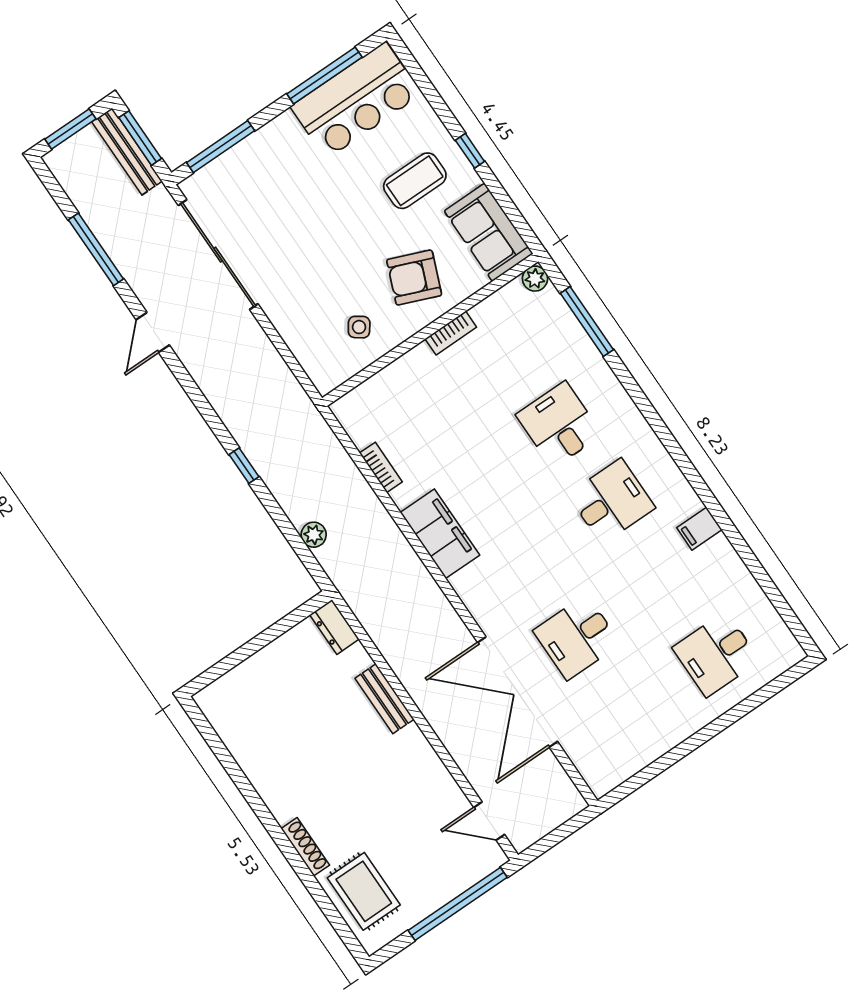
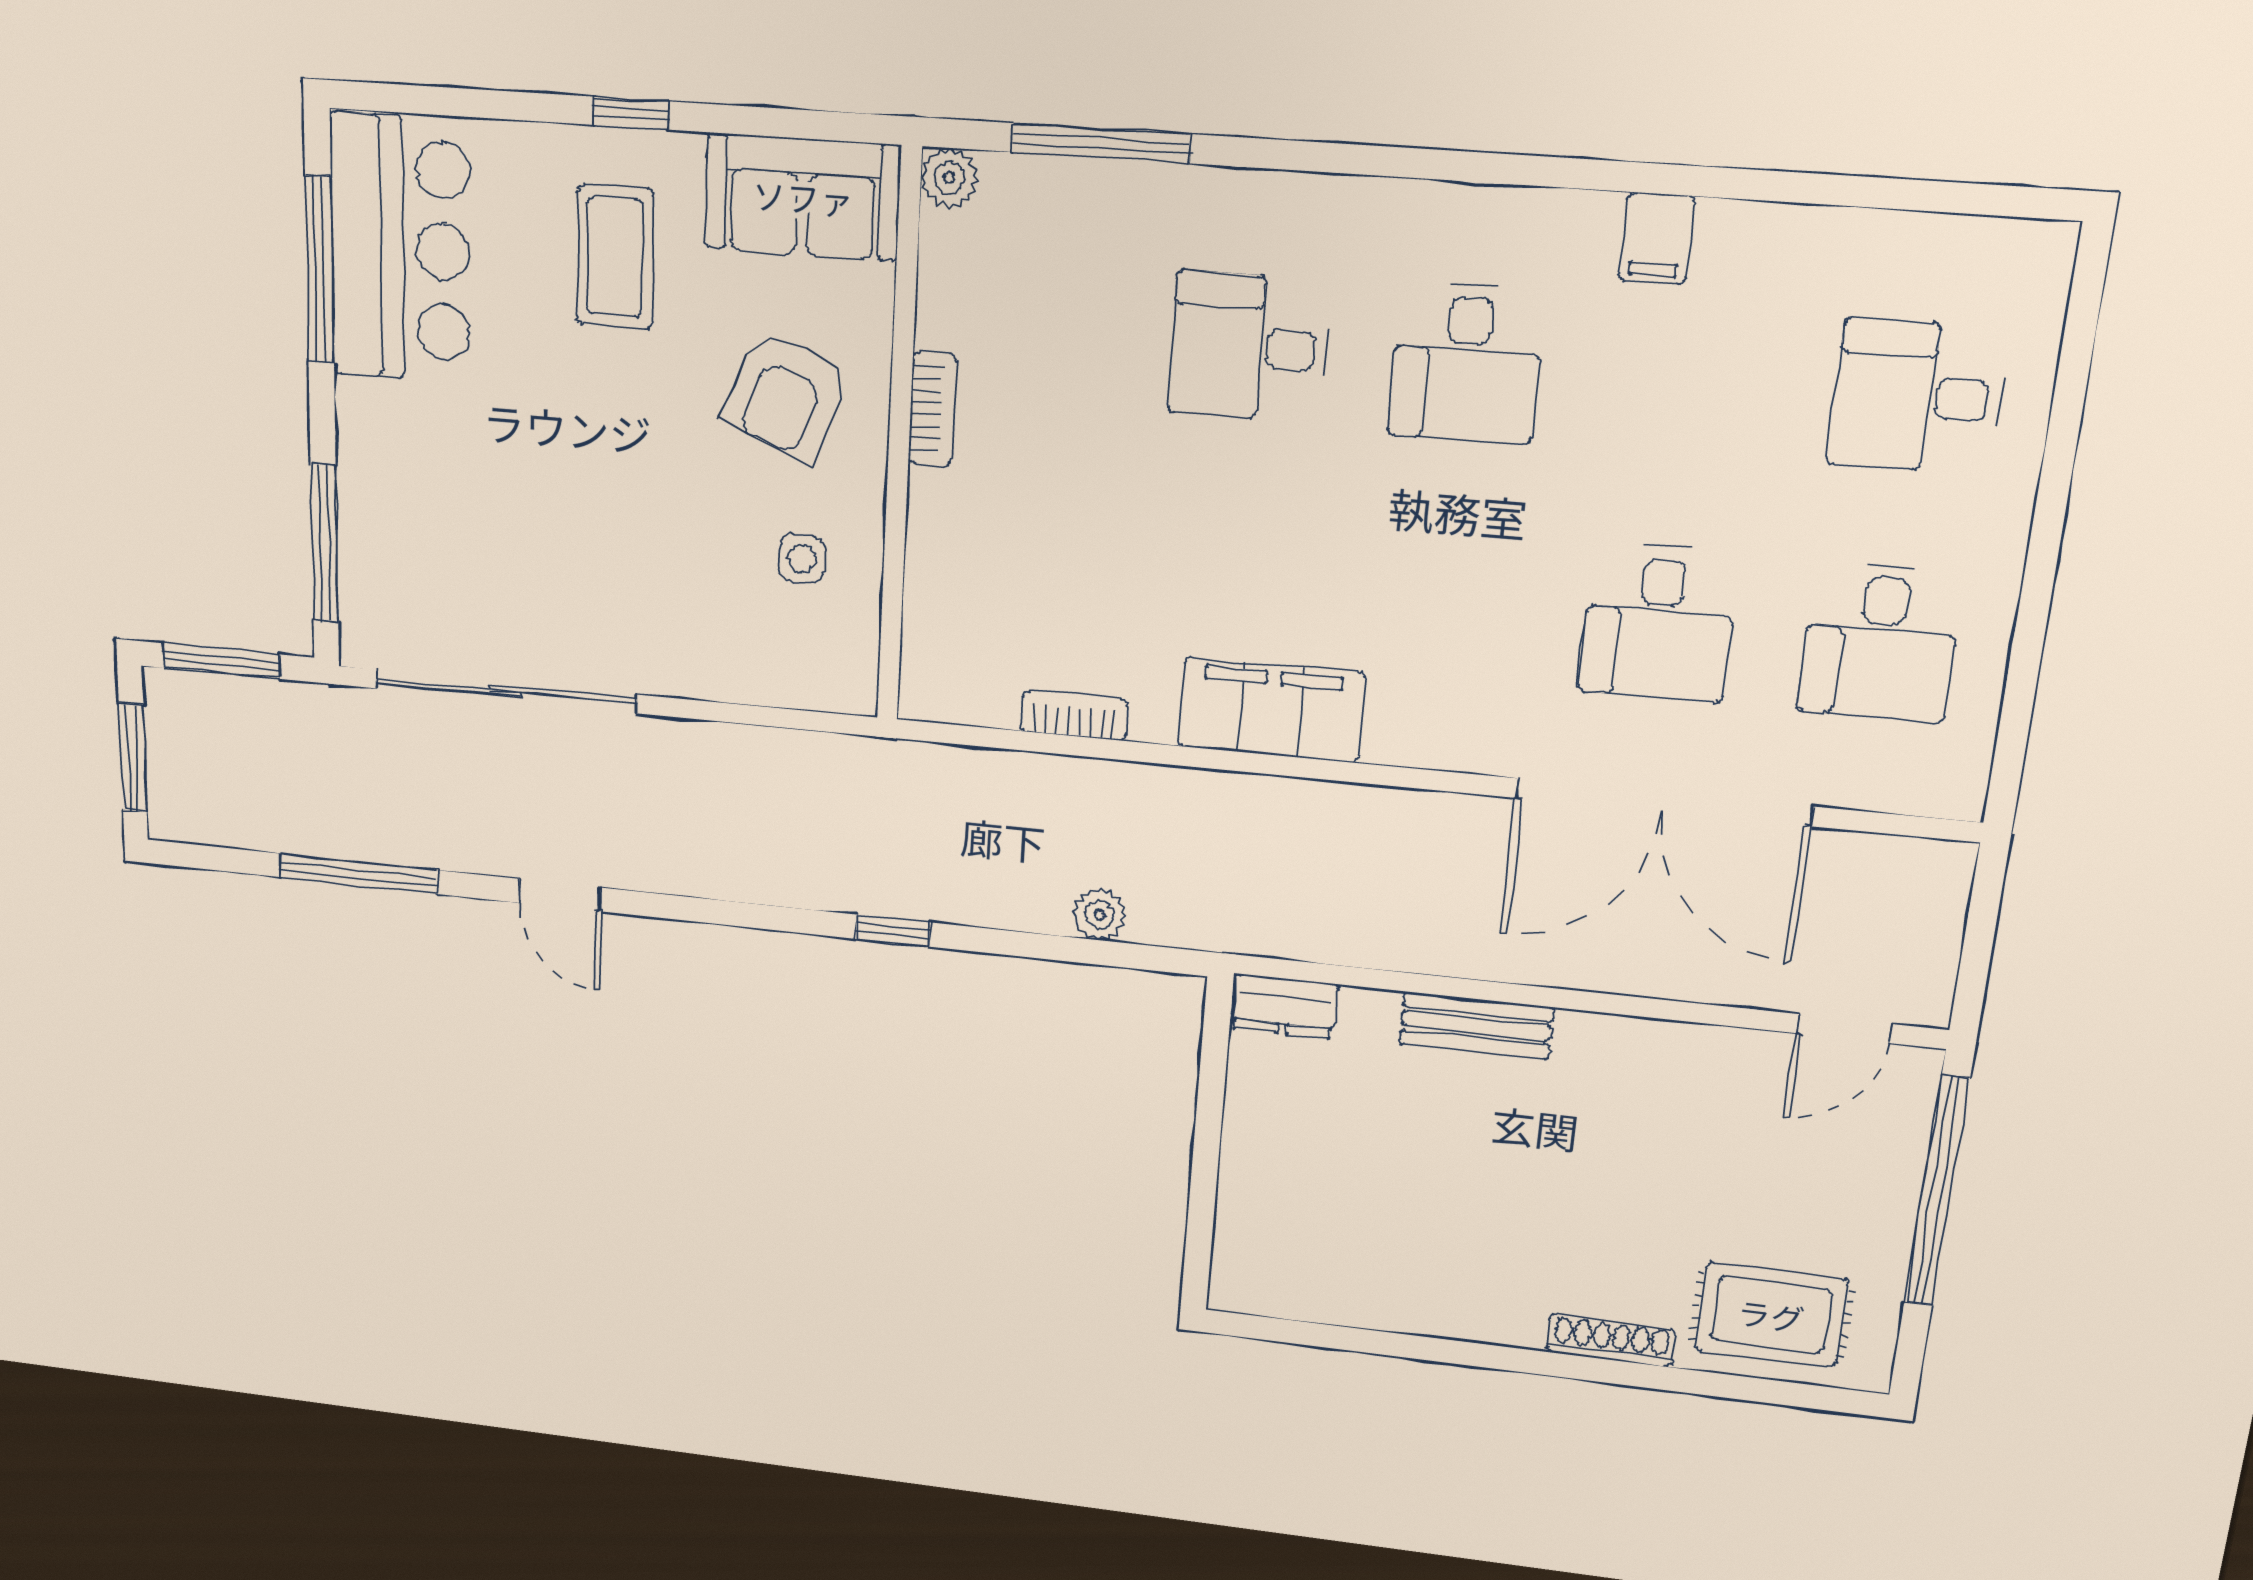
bench: (127, 151) -> (230, 699), removed
side table: (359, 327) -> (802, 559), turned -36
desk: (611, 501) -> (1467, 363), turned 180
desk: (716, 654) -> (1917, 396), turned 90
desk: (629, 714) -> (1880, 642), added

